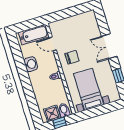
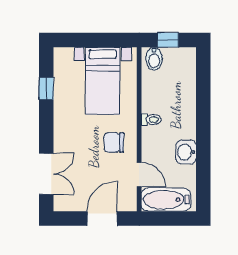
door: (66, 13) -> (102, 218), added
double door: (109, 46) -> (46, 174), moved
shower: (52, 113) -> (176, 59), removed

